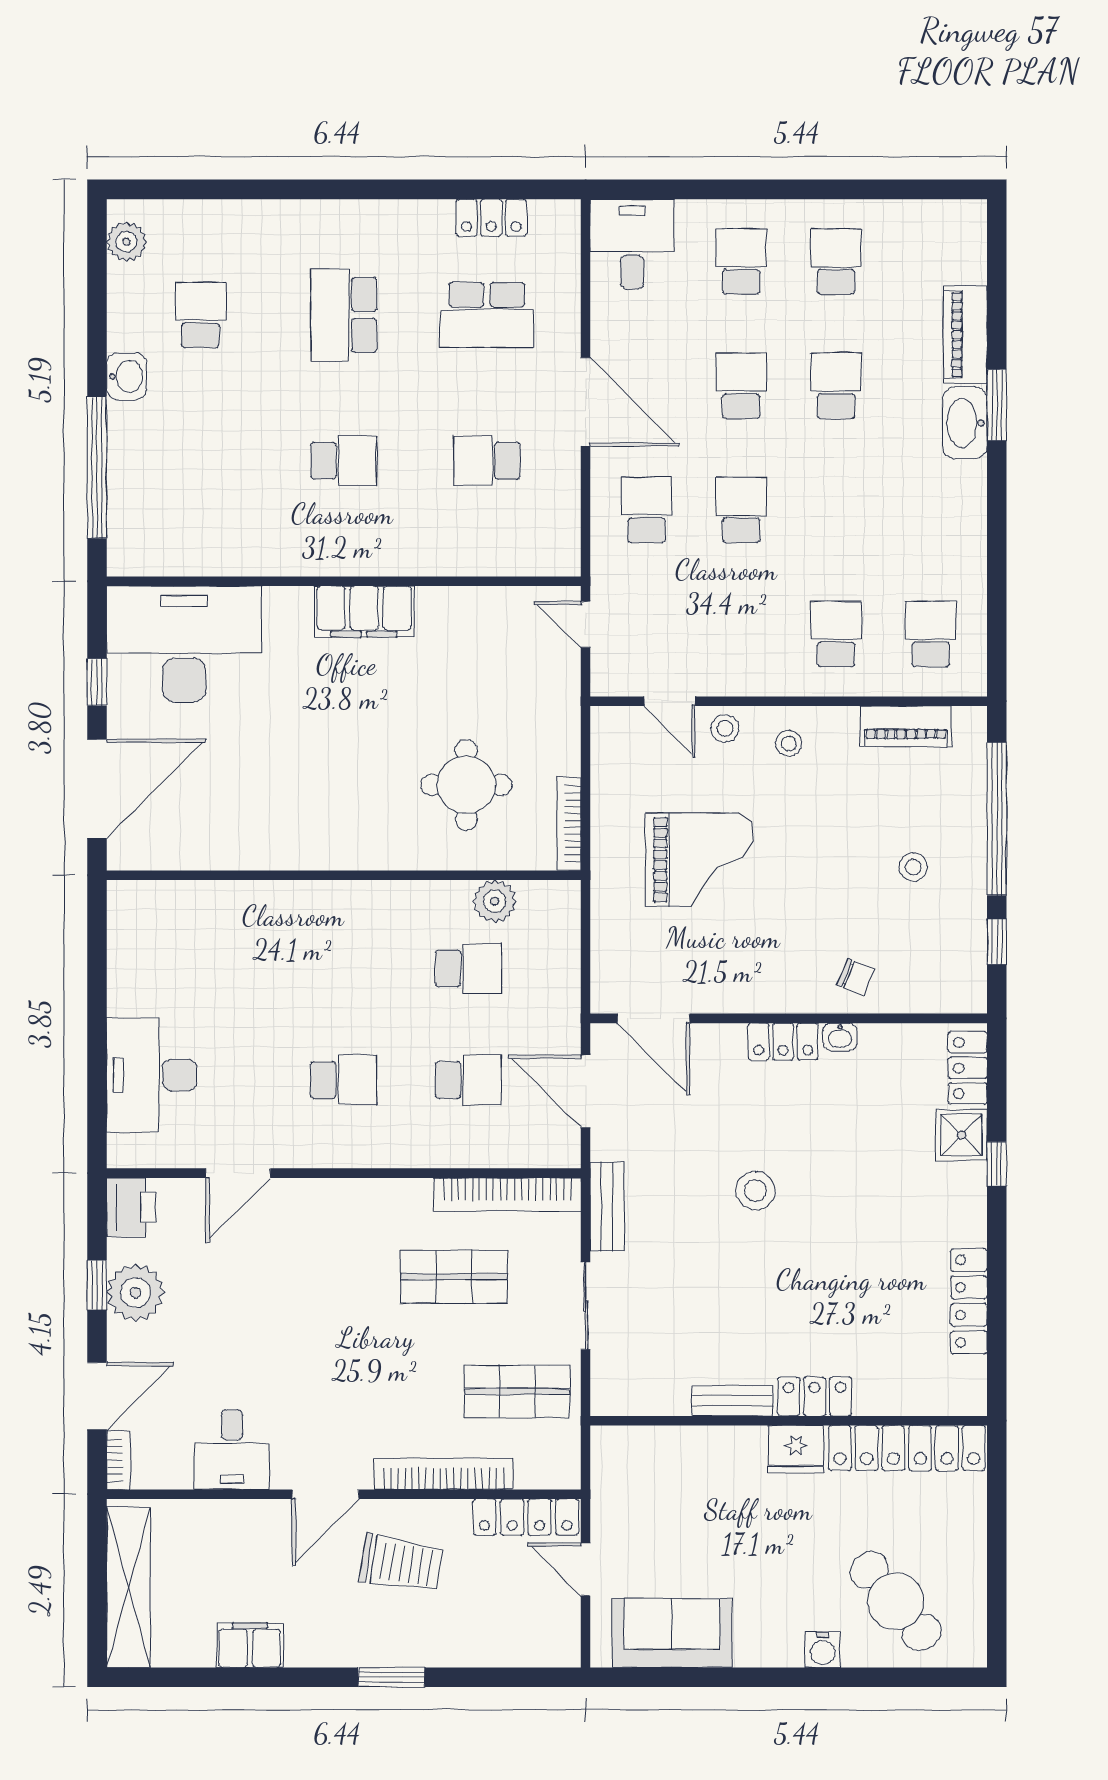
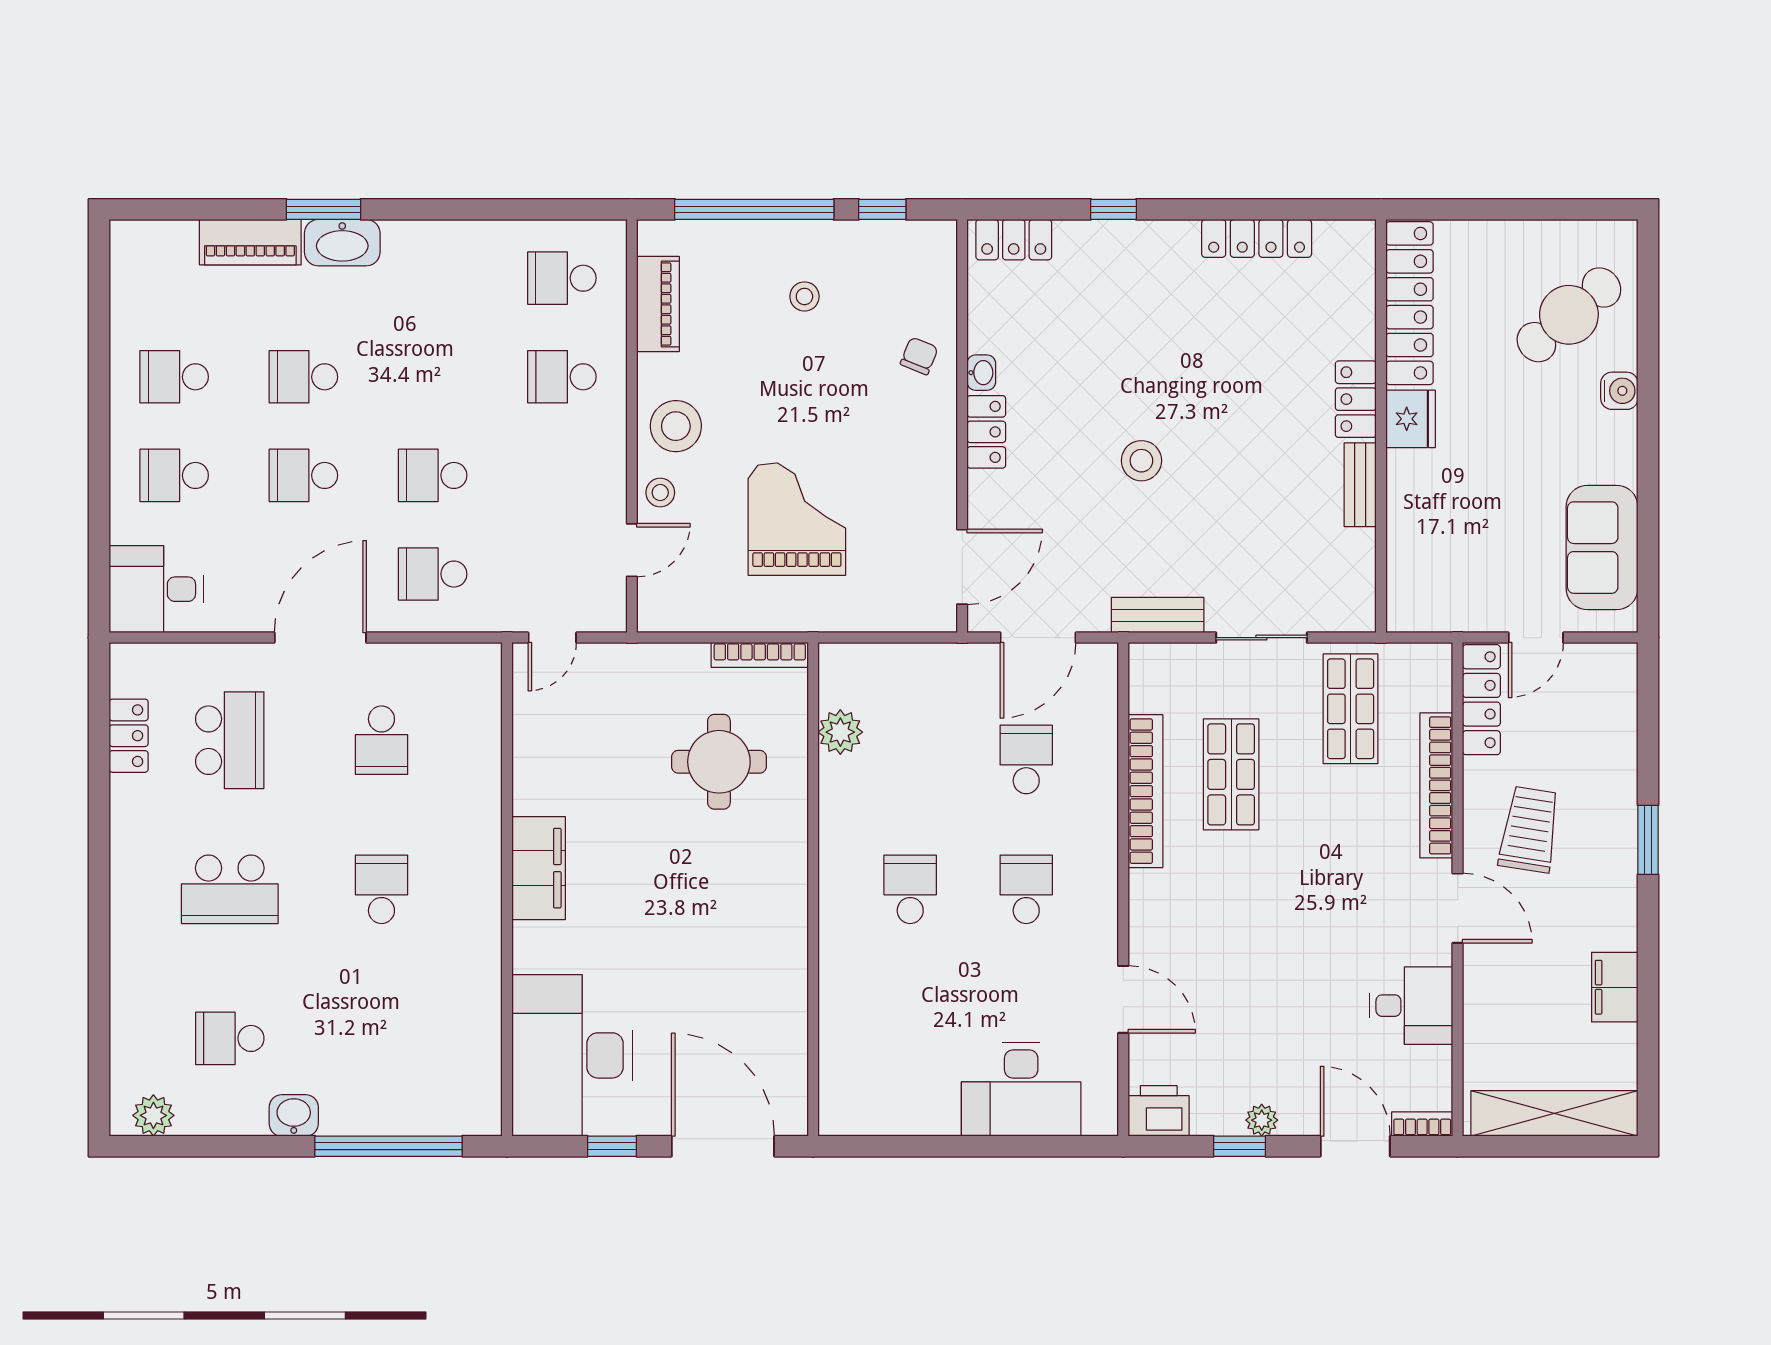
stool: (789, 743) -> (676, 426), width x1.89, depth x1.89
school desk: (468, 968) -> (910, 889), moved
shower: (961, 1135) -> (1084, 246), removed
bookcase: (508, 1194) -> (1145, 791), moved
plant: (136, 1293) -> (1262, 1120), width x0.53, depth x0.53

